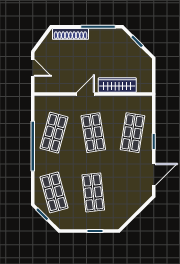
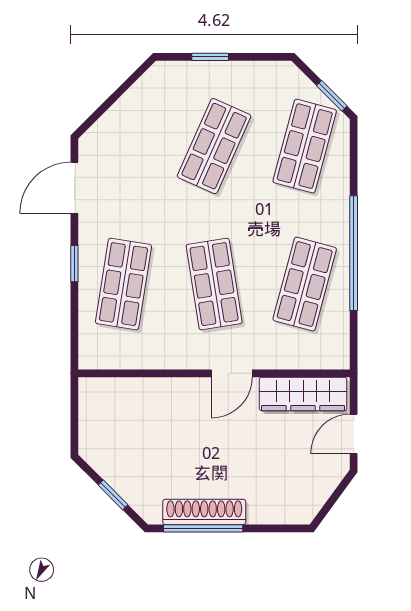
shoe rack: (71, 34) -> (204, 512), moved
door: (33, 68) -> (354, 434), hinge flipped
wardrobe: (117, 85) -> (303, 394), moved
shop shelf: (54, 192) -> (305, 146), turned 30
shop shelf: (93, 192) -> (214, 146), turned 30

